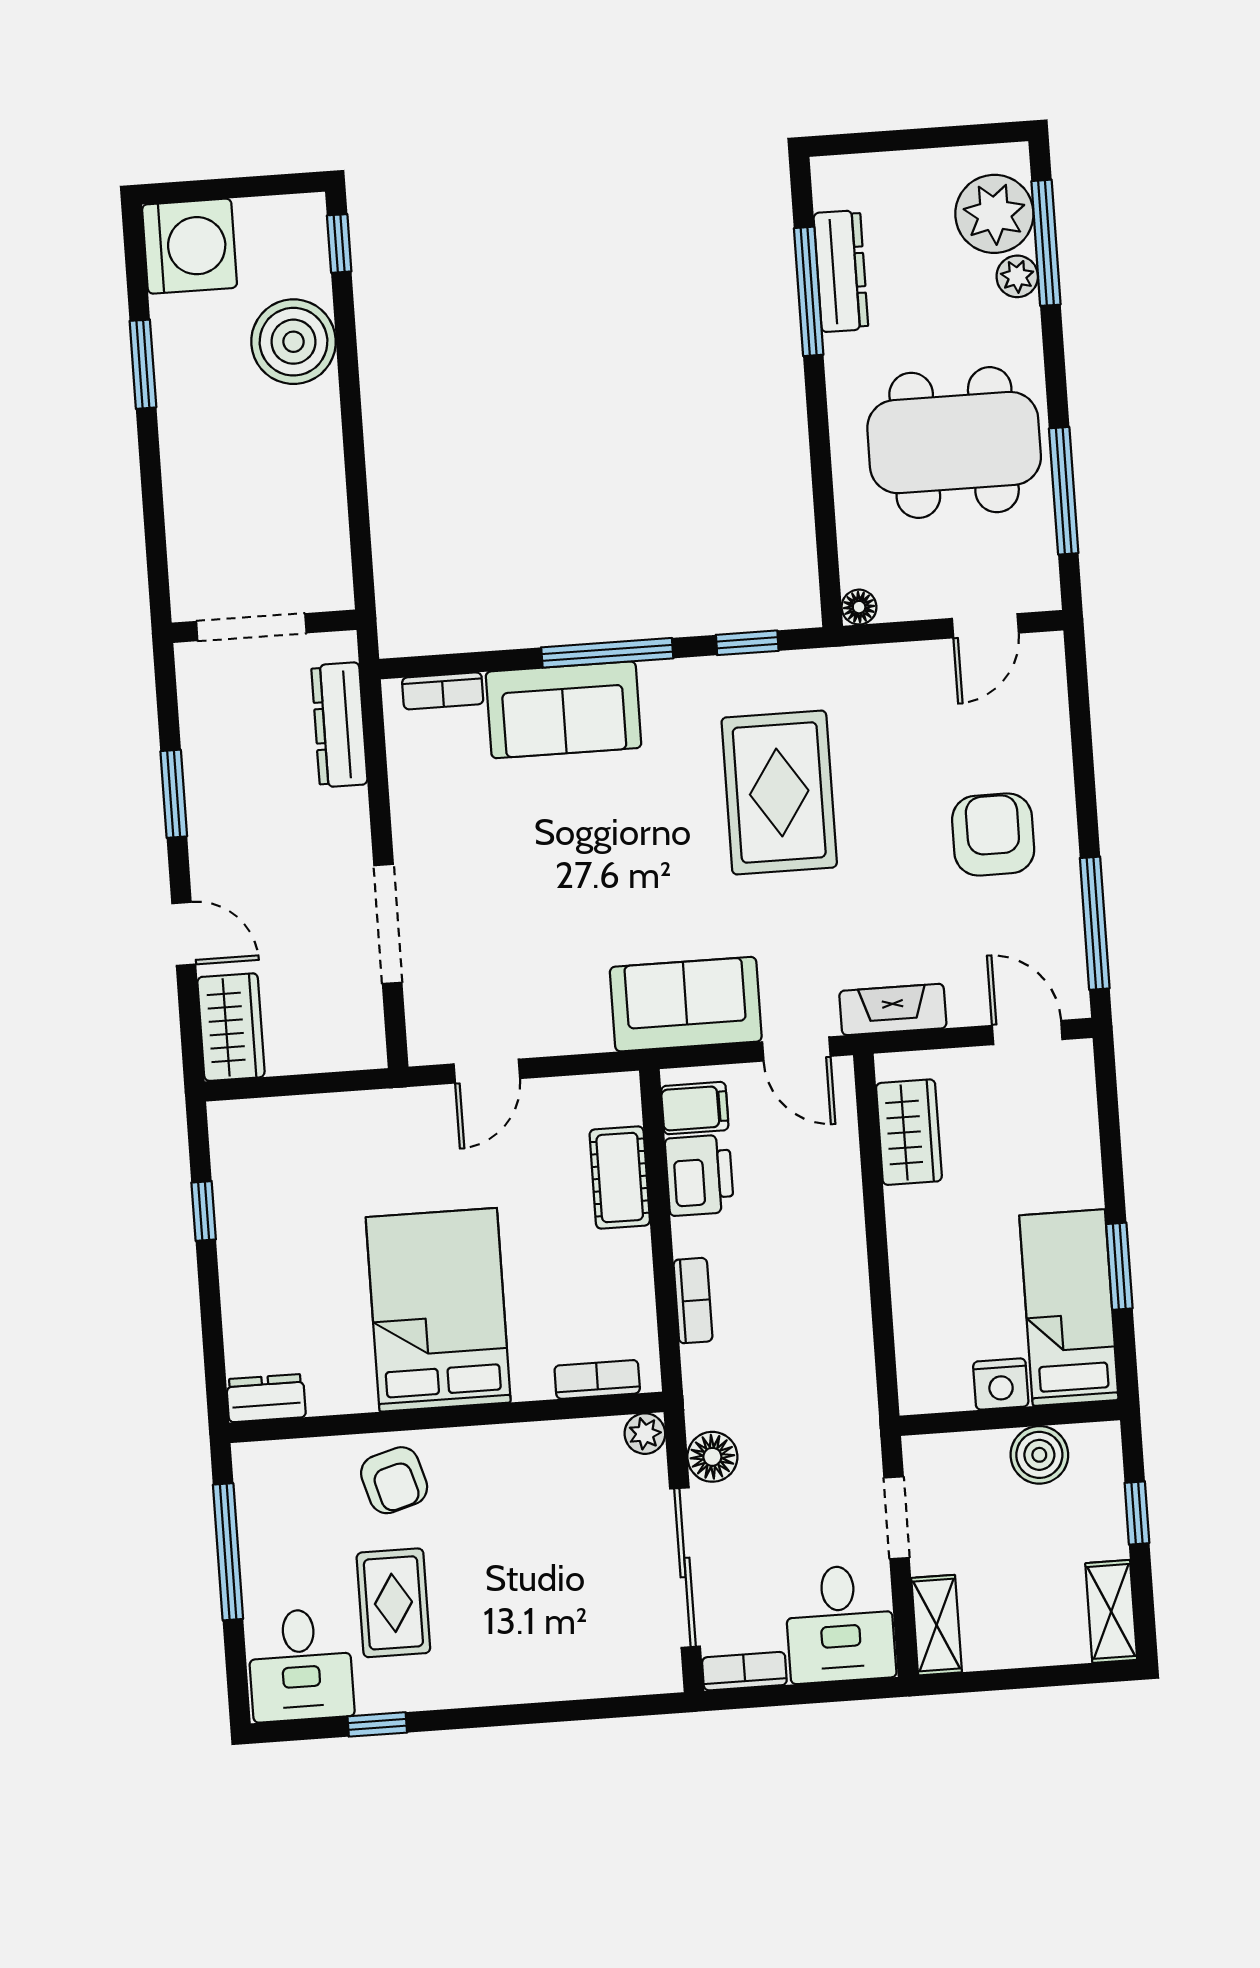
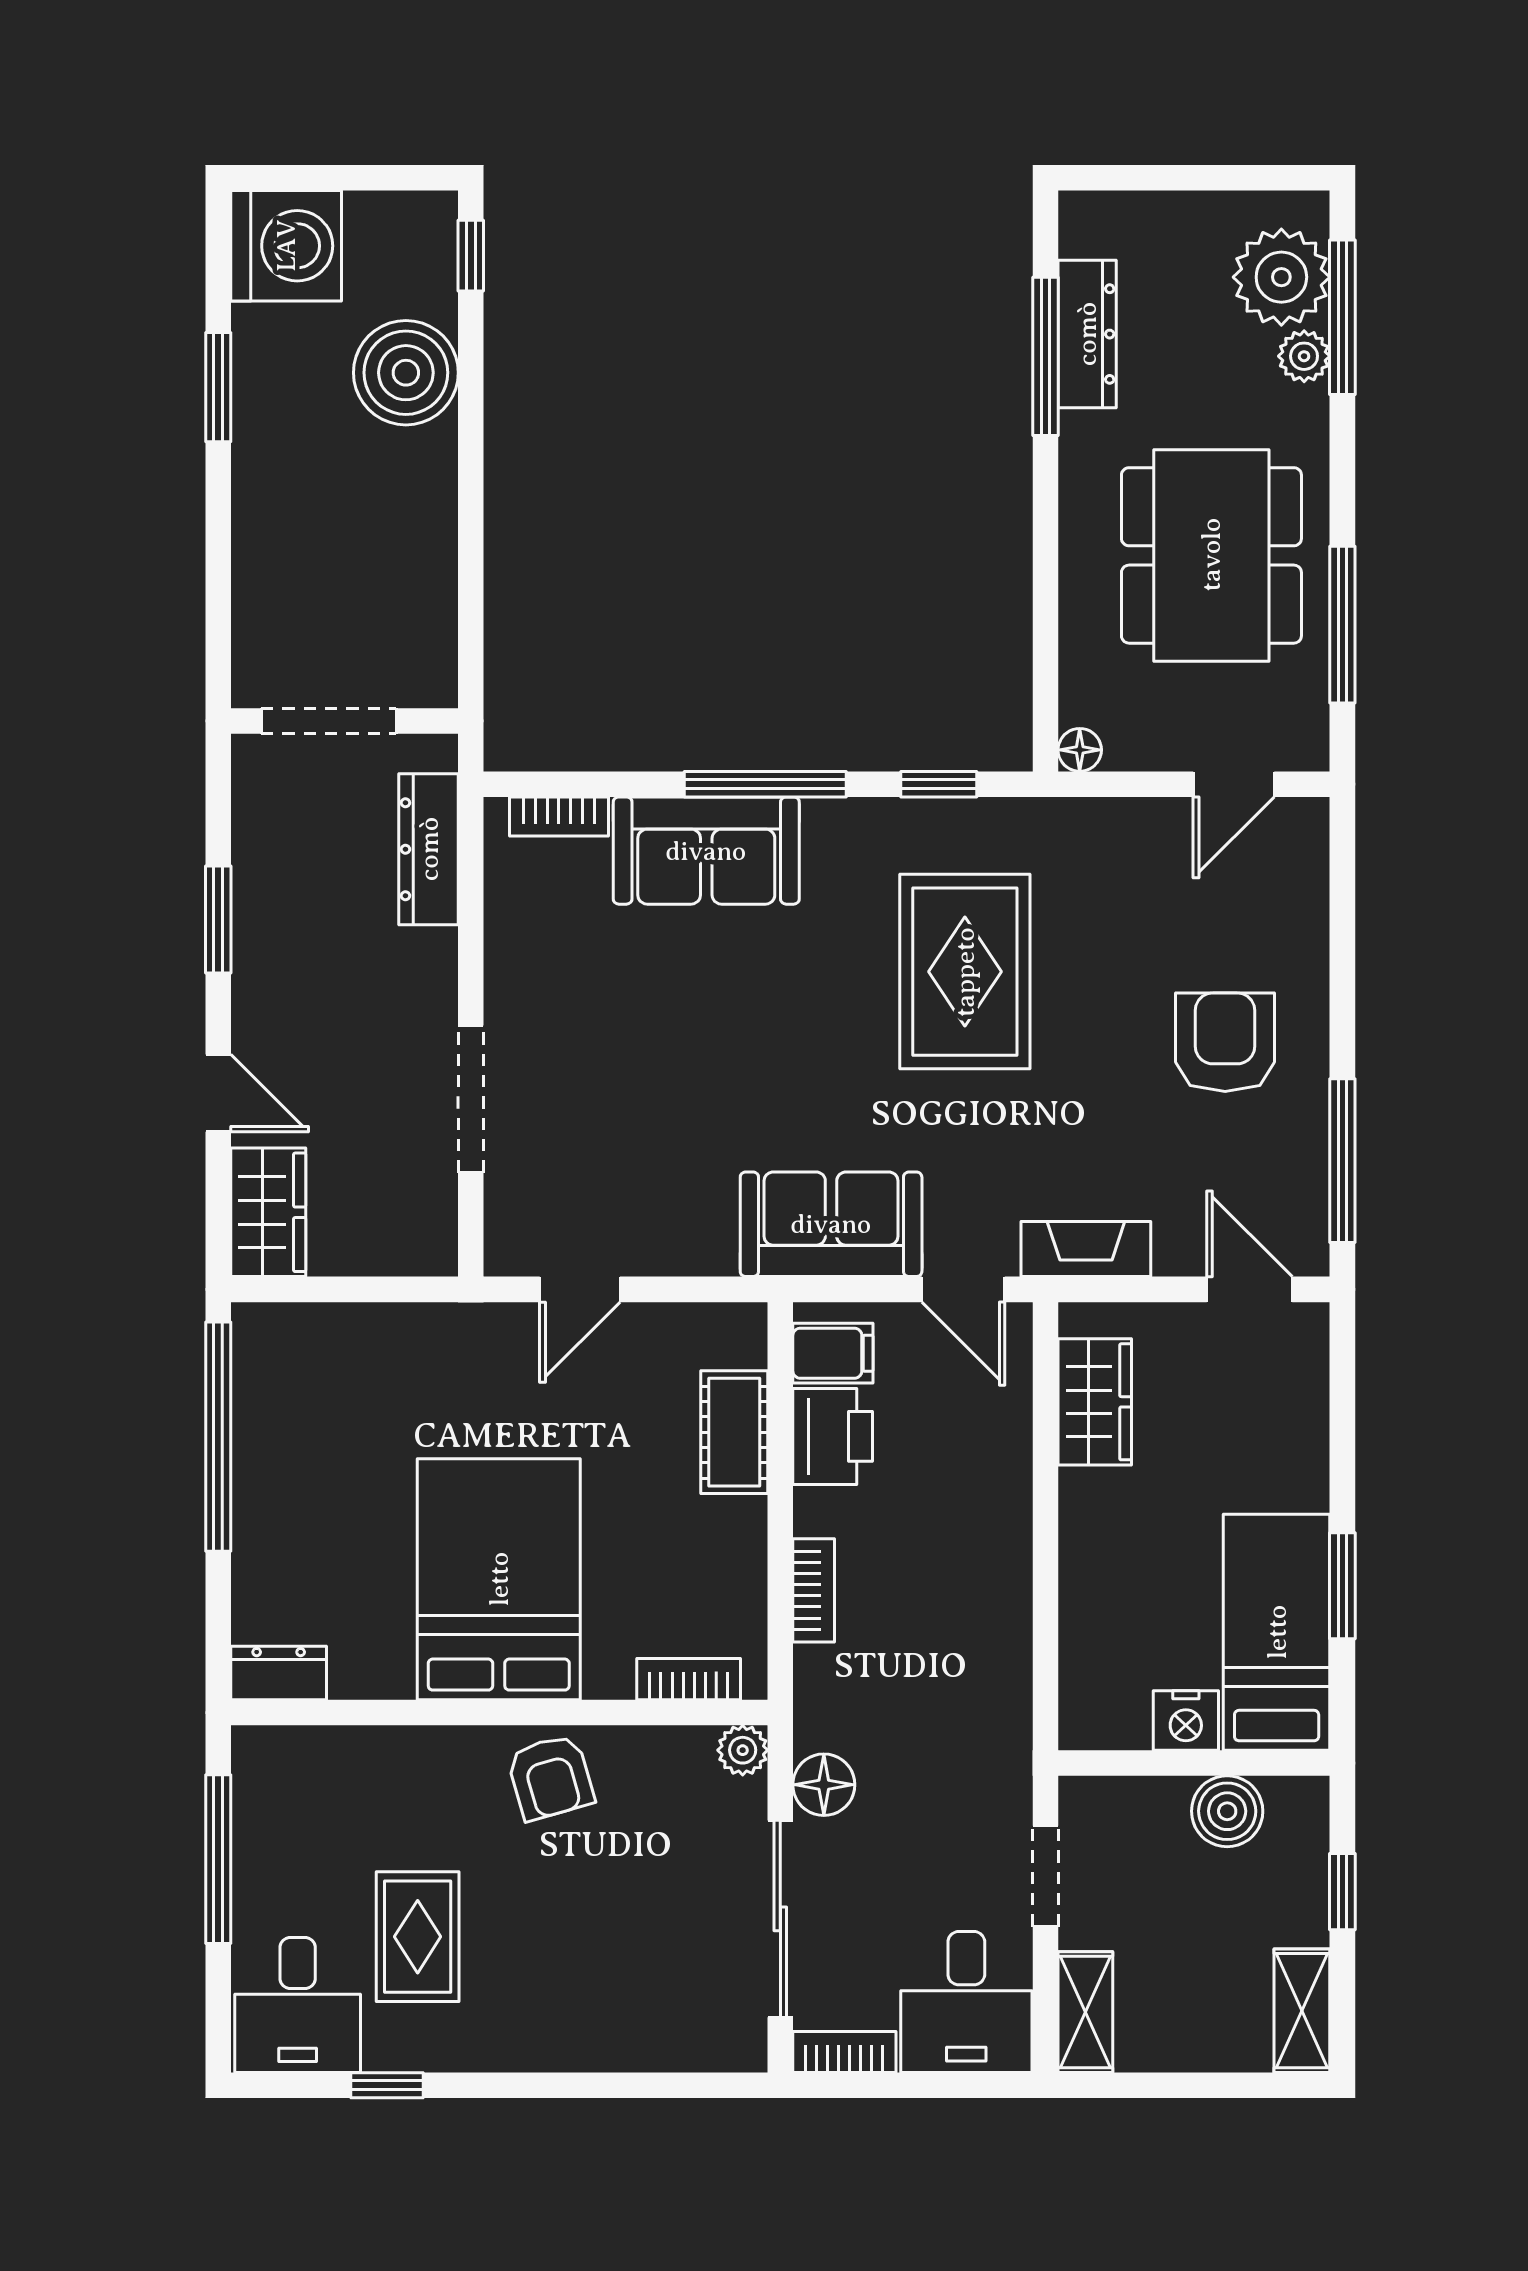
dining table: (954, 443) -> (1211, 555), turned 90
window: (204, 1211) -> (218, 1437), width x3.17
armchair: (394, 1480) -> (550, 1777), moved

